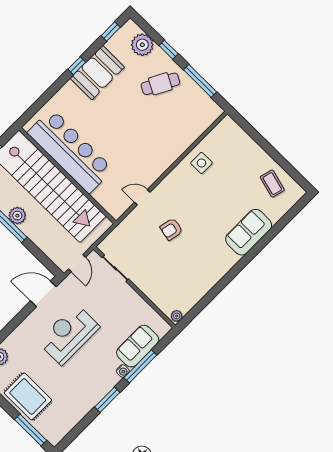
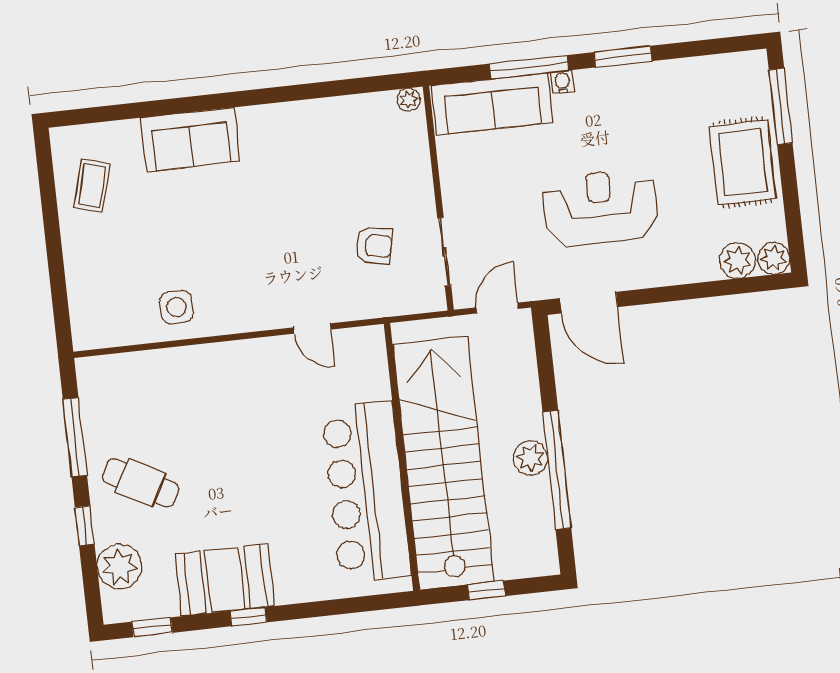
armchair: (171, 229) -> (374, 246), moved
reception desk: (69, 334) -> (600, 208), turned 180
sofa: (138, 346) -> (492, 104), width x1.36

